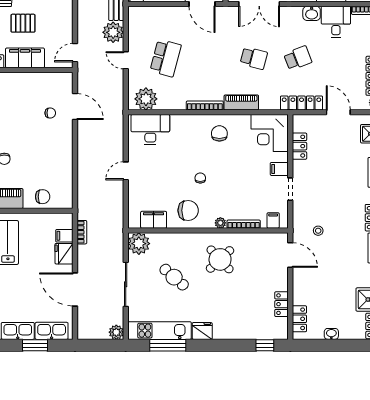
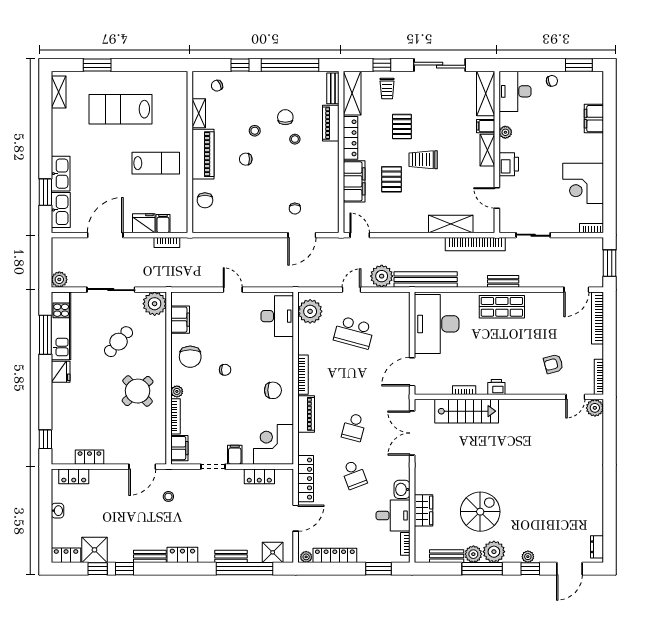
filing cabinet: (273, 220) -> (179, 448), width x2.00

